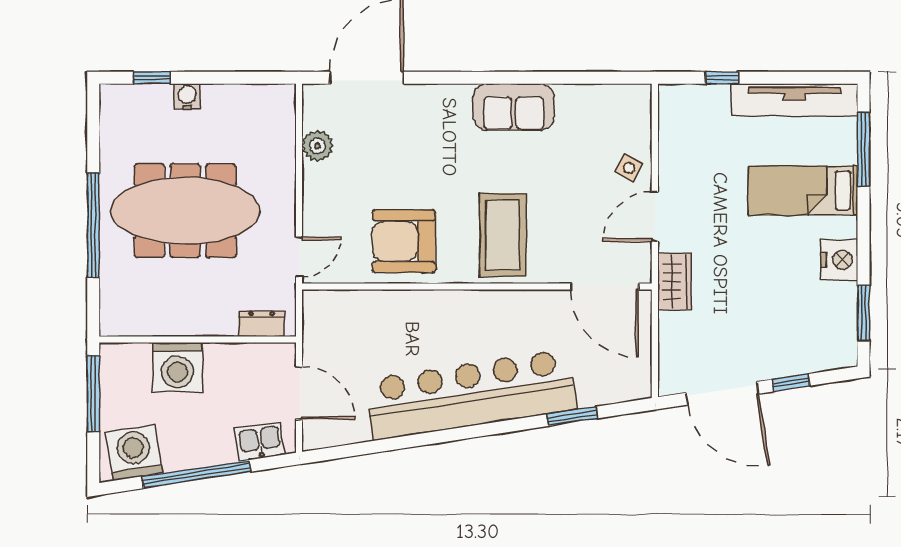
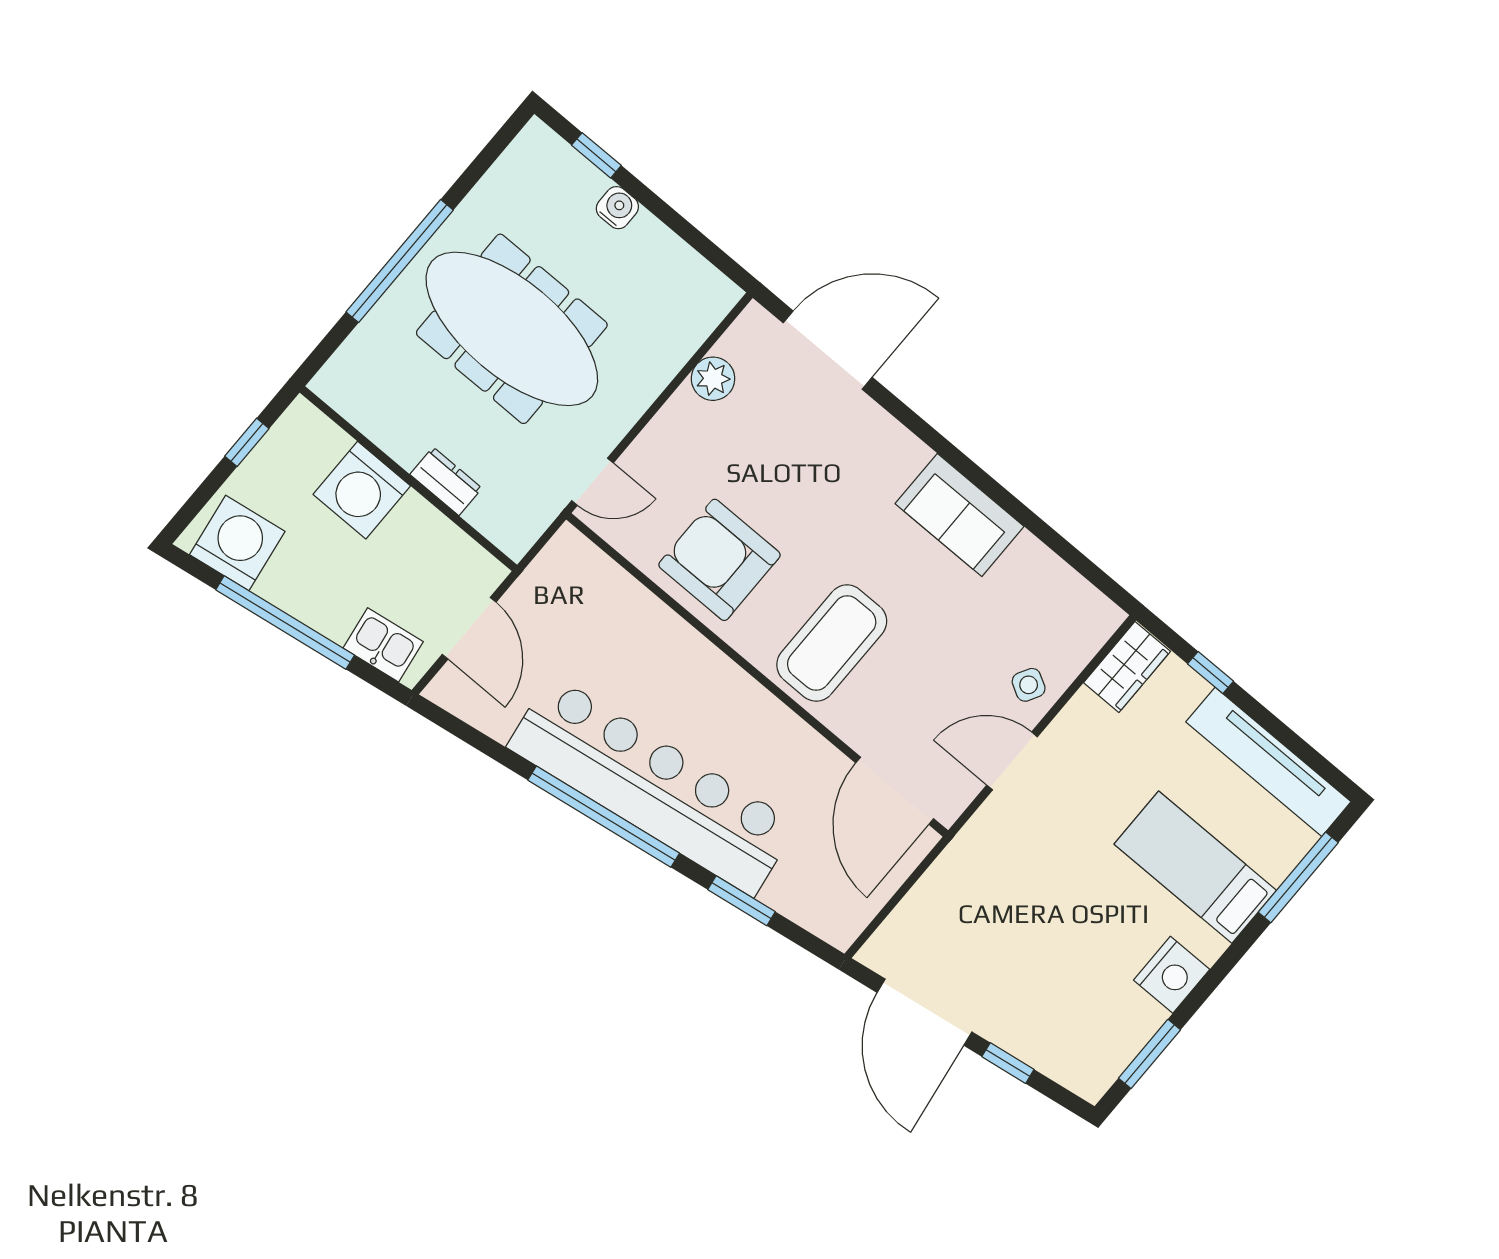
wardrobe: (674, 281) -> (1127, 667), moved
dresser: (261, 324) -> (446, 481), moved
window: (93, 394) -> (247, 442), width x0.46
window: (458, 434) -> (604, 817), added

